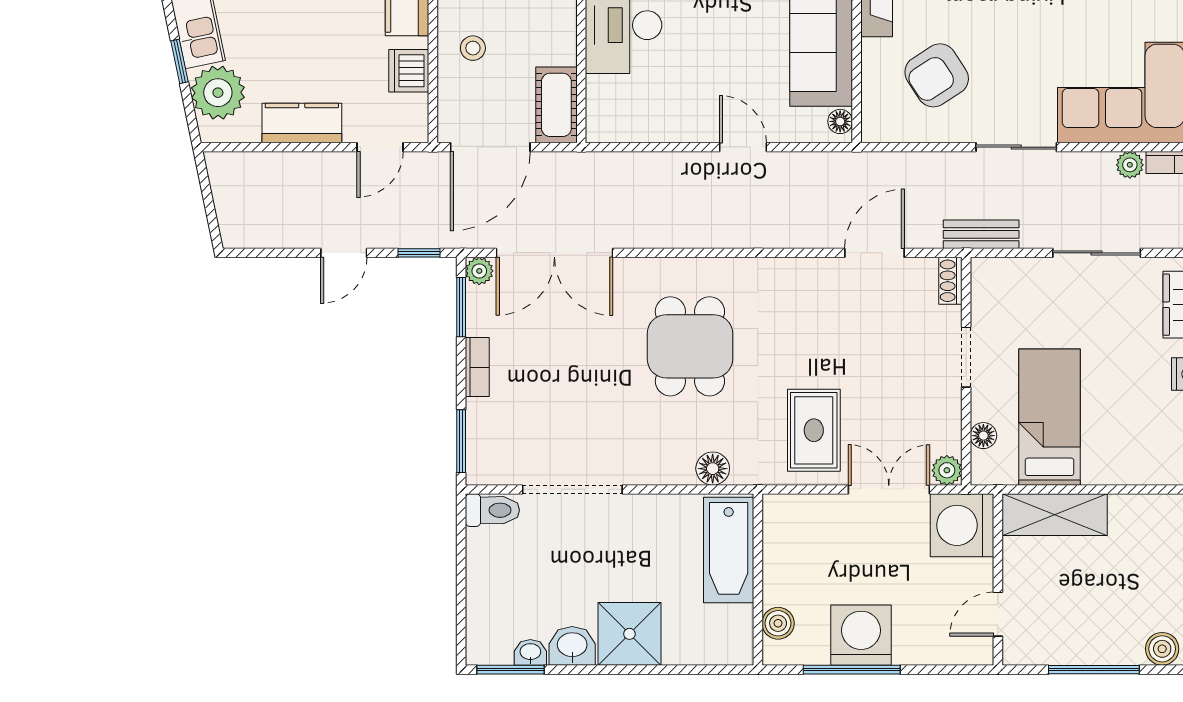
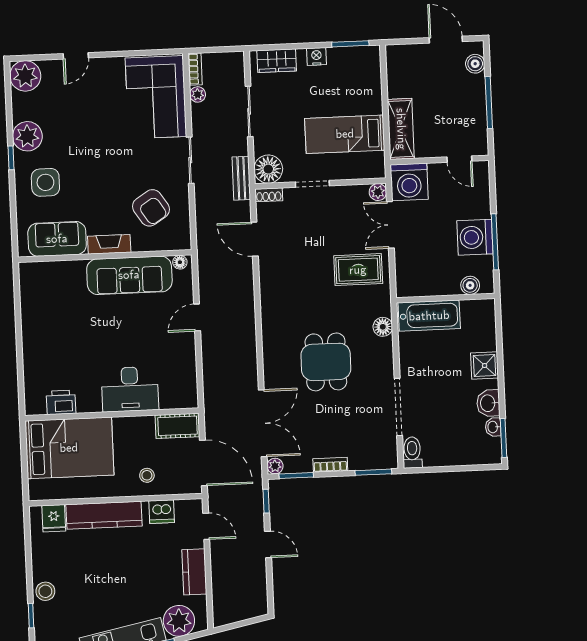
dining table: (690, 346) -> (326, 362), moved, turned 90
floor lamp: (983, 436) -> (268, 169), moved, width x1.89, depth x1.89
shower: (629, 634) -> (485, 366), width x0.73, depth x0.73

